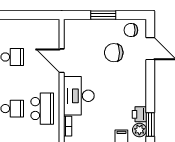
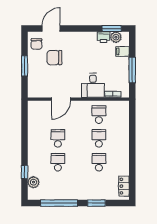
chair: (114, 53) -> (54, 58), turned 90
desk: (79, 96) -> (93, 85), width x0.73
school desk: (42, 109) -> (99, 115), width x0.54

